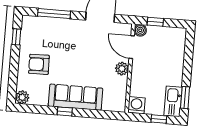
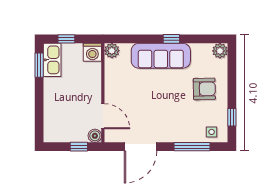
side table: (36, 25) -> (212, 132), added
plant: (122, 69) -> (112, 51), moved

